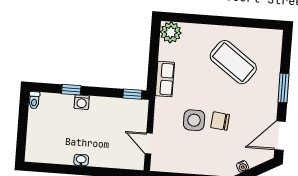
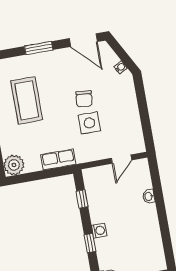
coffee table: (233, 62) -> (27, 100), turned -36
window: (132, 94) -> (82, 199), moved
washbasin: (81, 160) -> (149, 196), moved

